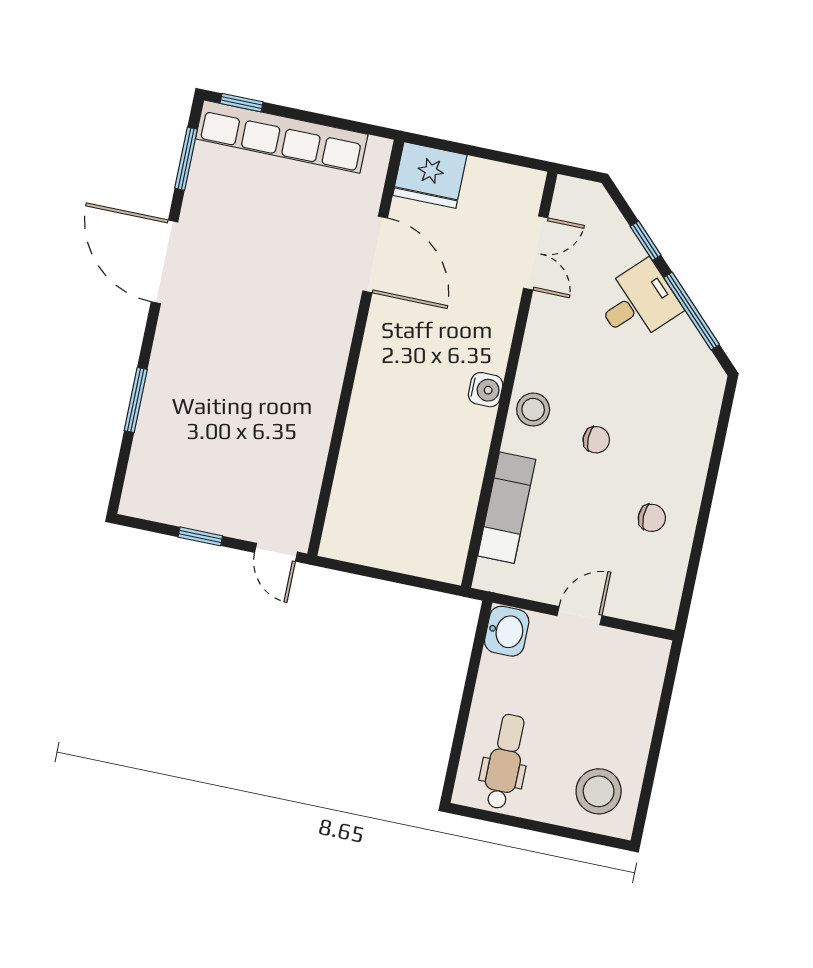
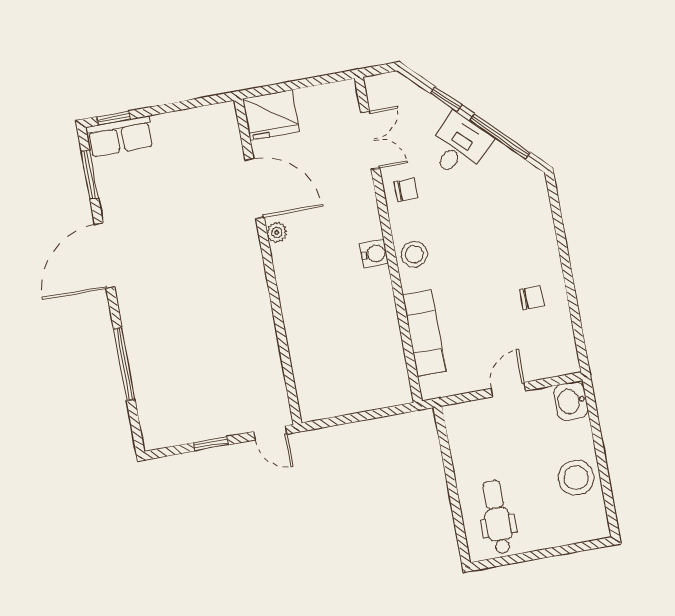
row of seats: (282, 137) -> (120, 137), width x0.50
door: (165, 262) -> (105, 256), hinge flipped
plant: (380, 317) -> (277, 232), added
window: (136, 400) -> (124, 364), width x1.44
chair: (596, 440) -> (406, 190), moved
washbasin: (507, 631) -> (571, 401), moved, turned 180
stool: (599, 791) -> (576, 478), moved

